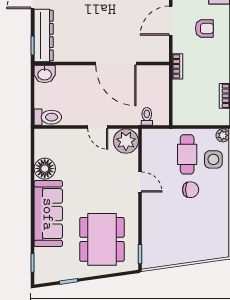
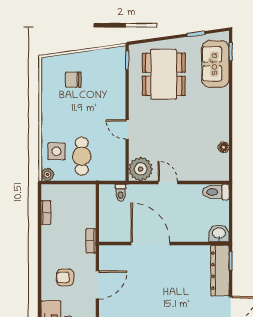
floor lamp: (45, 169) -> (224, 147), width x0.53, depth x0.53
chair: (191, 190) -> (73, 80), moved
sofa: (48, 214) -> (215, 64), moved, width x0.73

